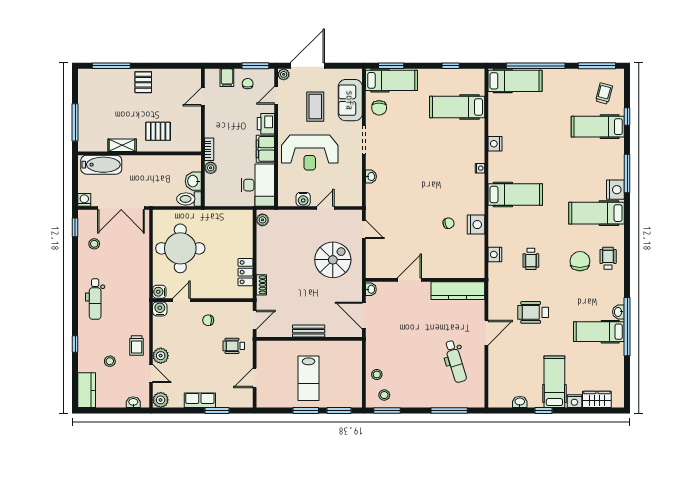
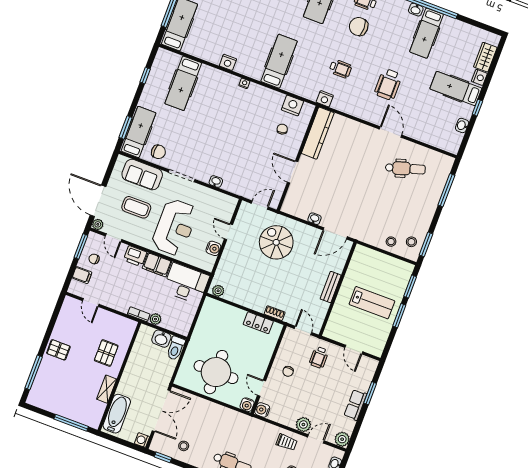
door: (409, 280) -> (293, 172), moved
wall: (425, 280) -> (298, 158), moved
kitchen counter: (458, 291) -> (318, 133), moved

